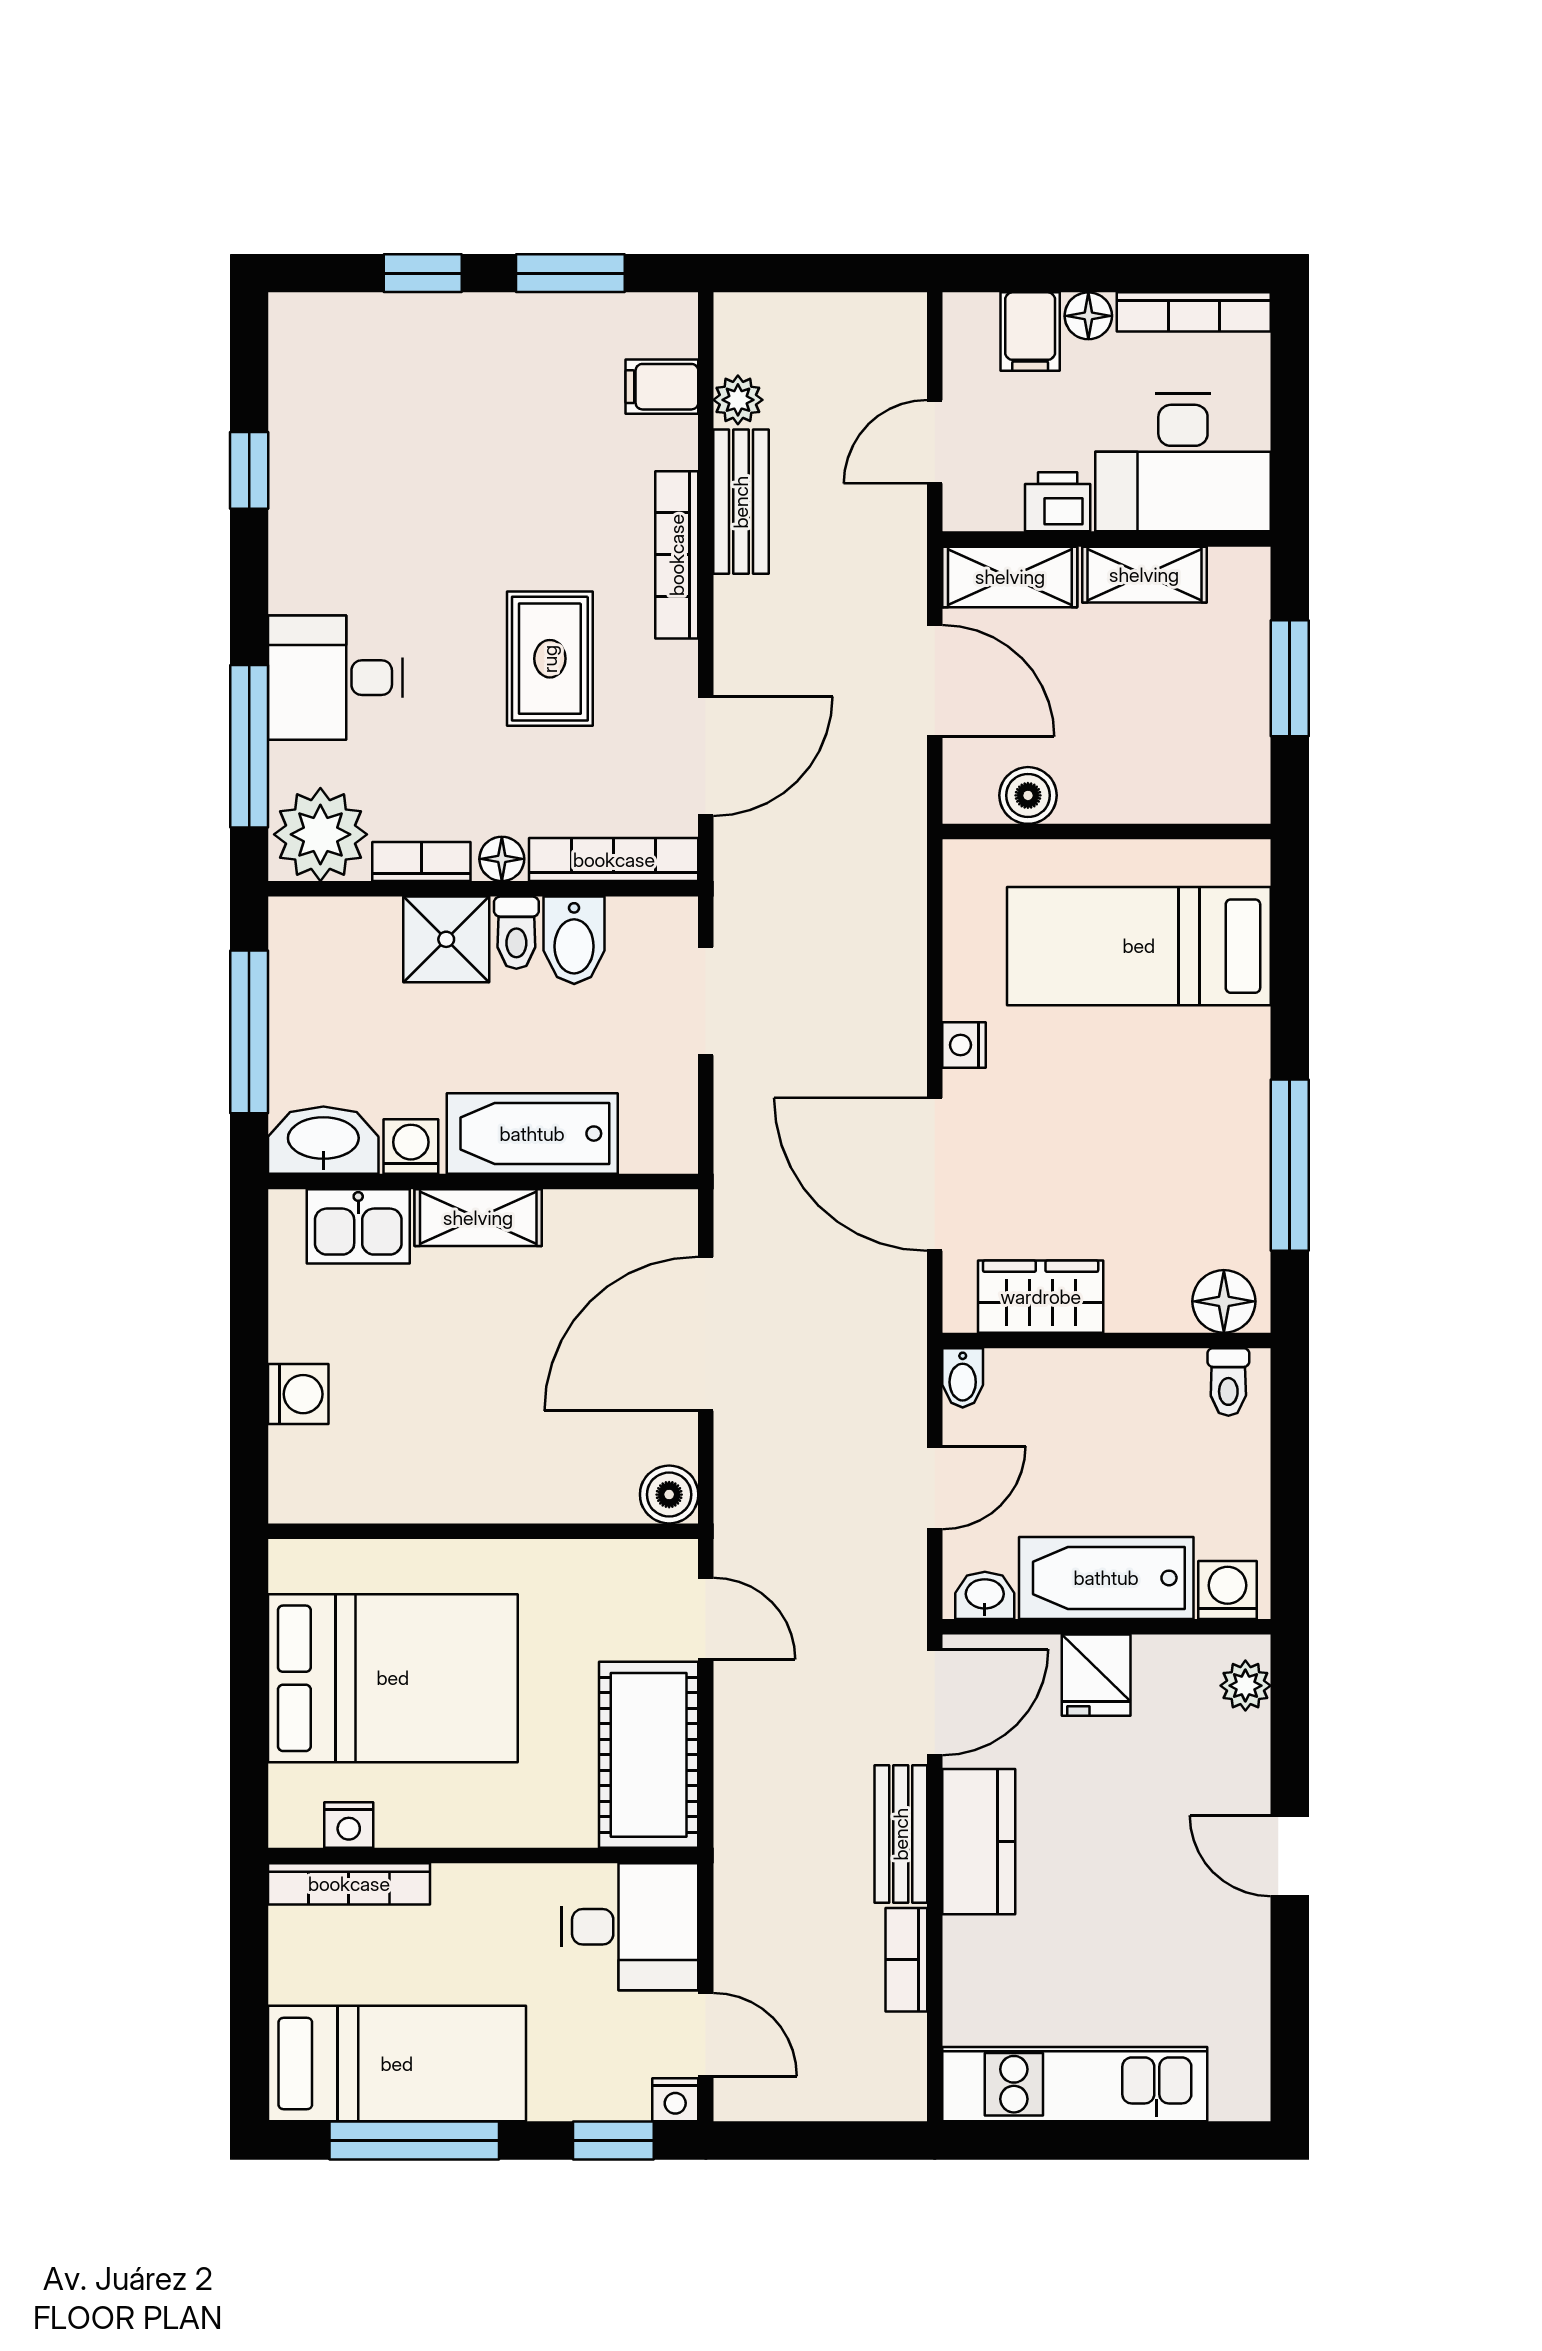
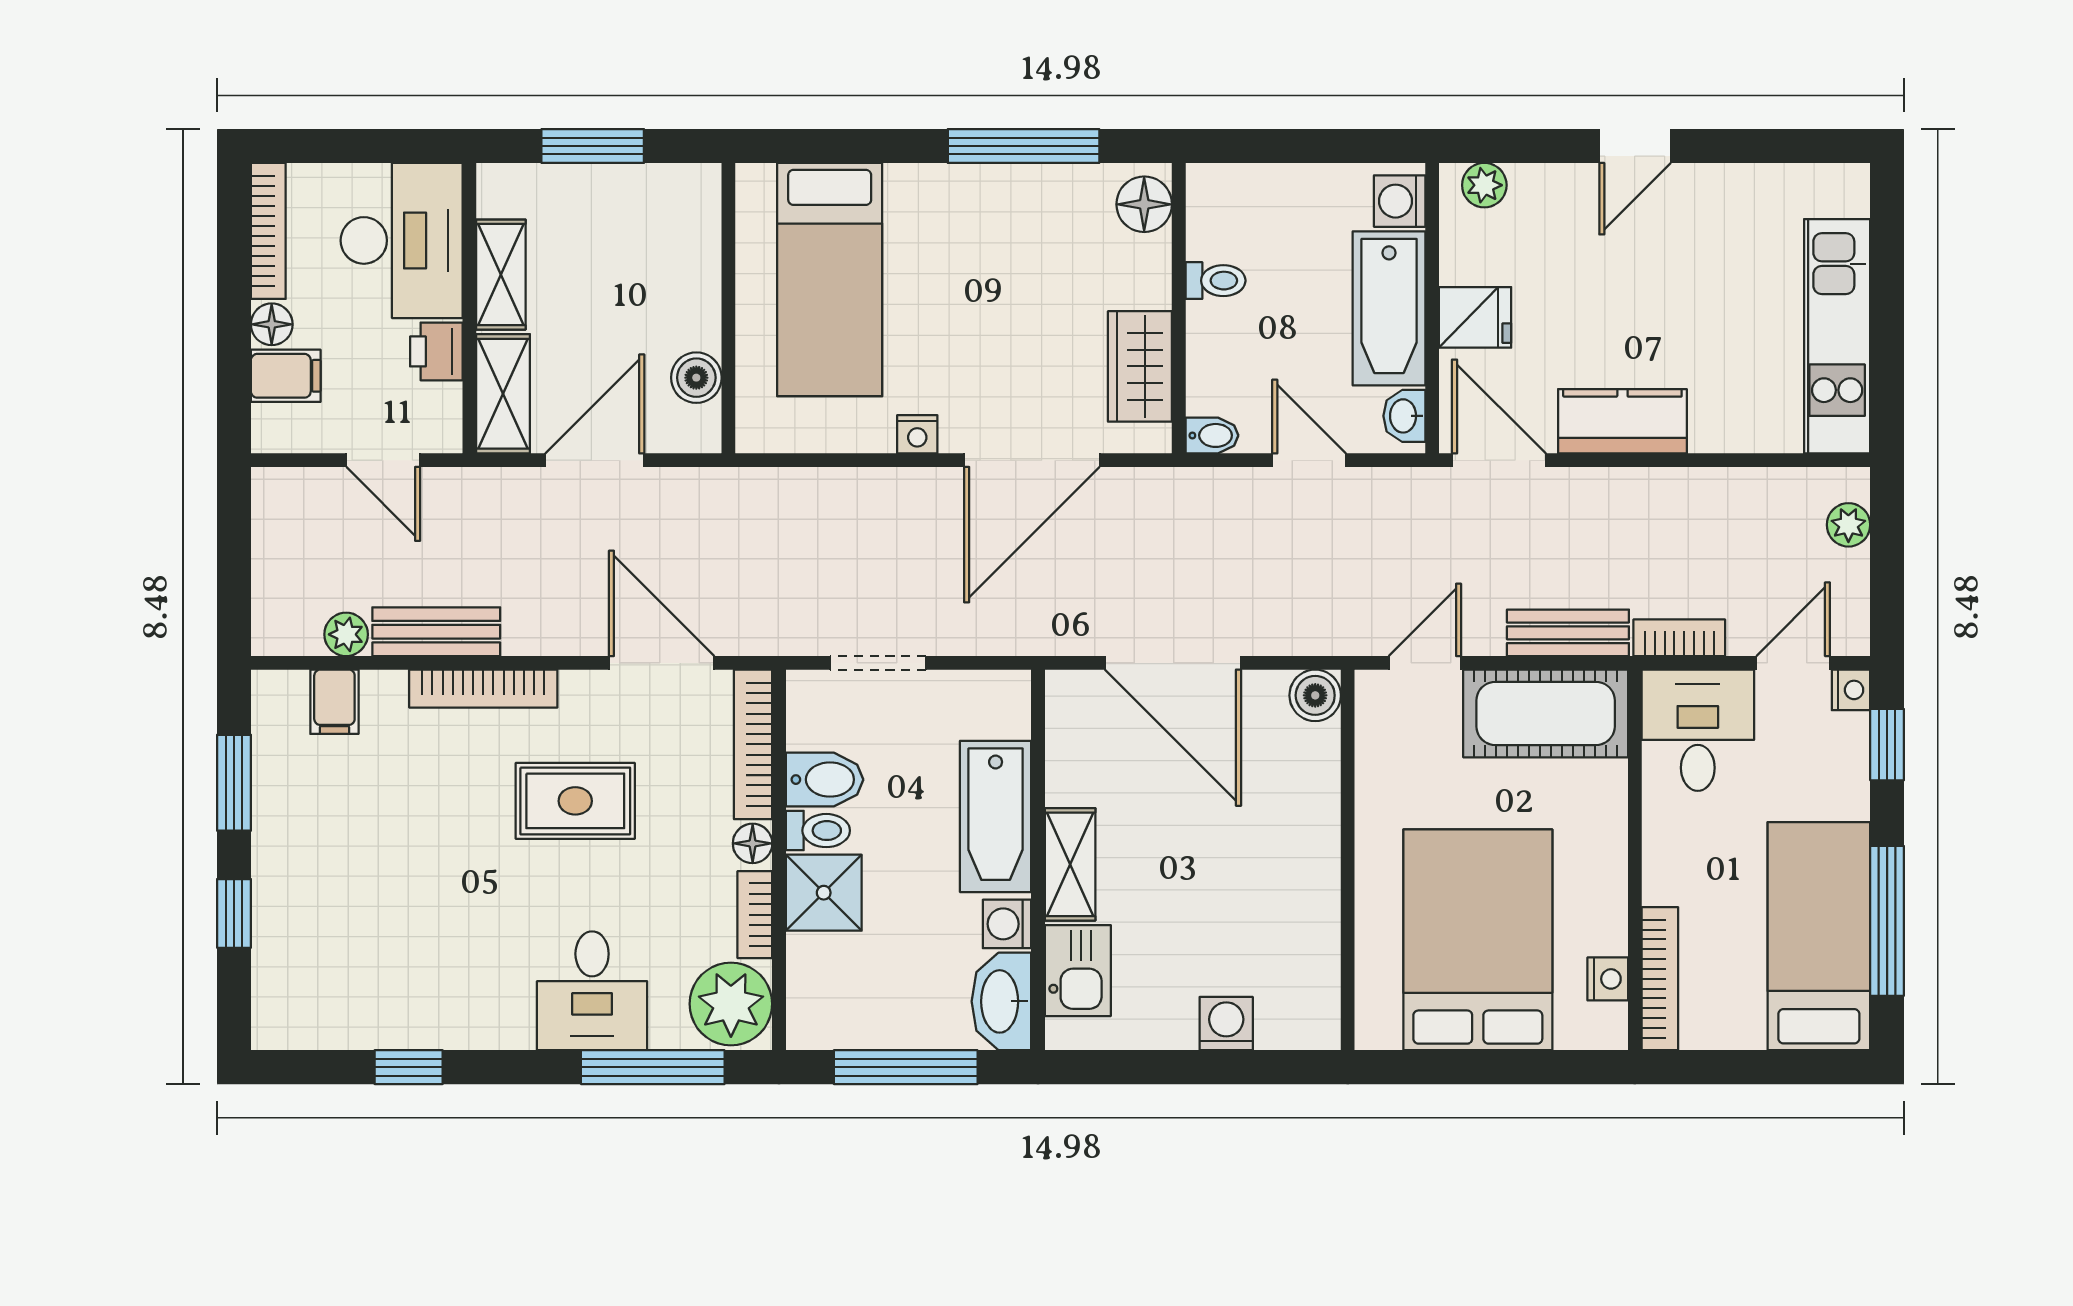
toilet: (1228, 1382) -> (1216, 281), moved
bench: (901, 1834) -> (1568, 633), moved
bookcase: (906, 1960) -> (1679, 638), moved, turned 180
plant: (862, 2097) -> (1848, 525), added

